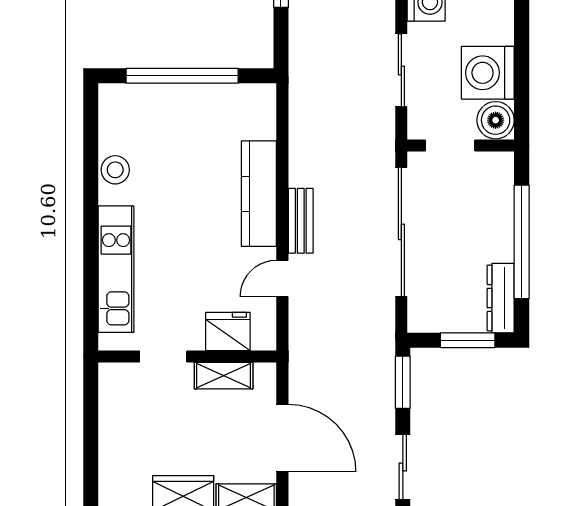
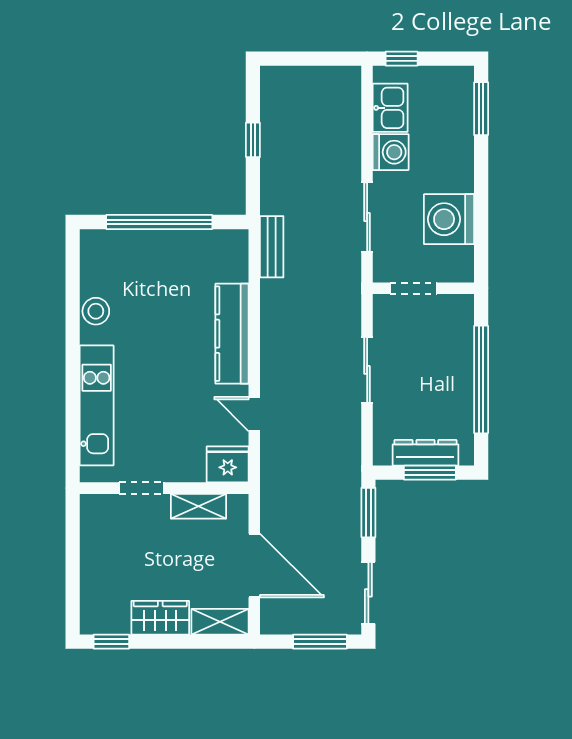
boiler: (496, 120) -> (456, 264), removed
bench: (301, 221) -> (272, 247), moved
sliding door: (401, 232) -> (367, 370), width x0.54
door: (282, 278) -> (254, 414), hinge flipped
dresser: (501, 298) -> (425, 453), moved, turned 90
fridge: (228, 332) -> (228, 464), moved

